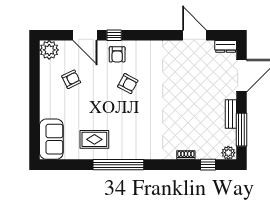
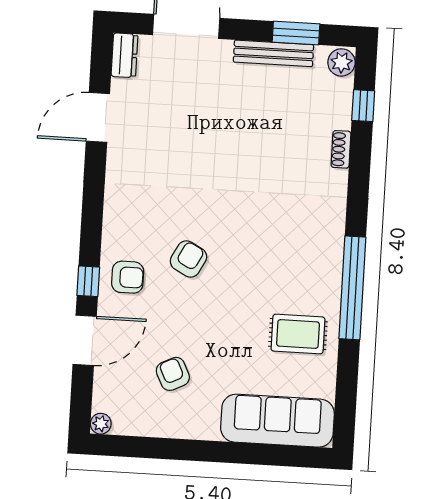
plant: (49, 50) -> (101, 424), width x0.53, depth x0.53
bench: (231, 114) -> (273, 53), width x1.36
window: (241, 130) -> (296, 33), width x0.69
sofa: (51, 139) -> (277, 421), width x1.36
rug: (94, 139) -> (298, 334), turned 90

